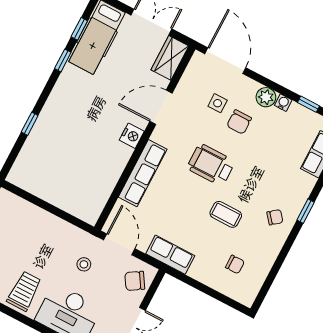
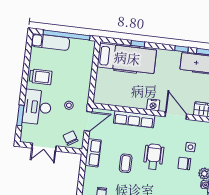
hospital bed: (46, 149) -> (127, 58), added
coffee table: (226, 214) -> (126, 163), moved

